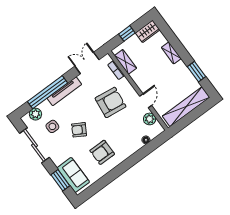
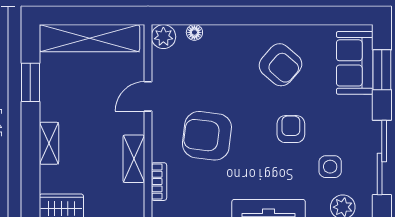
shelving: (126, 62) -> (134, 159), moved
plant: (150, 119) -> (163, 37), moved
armchair: (79, 130) -> (291, 129), turned -120
armchair: (102, 152) -> (280, 65), turned 41

